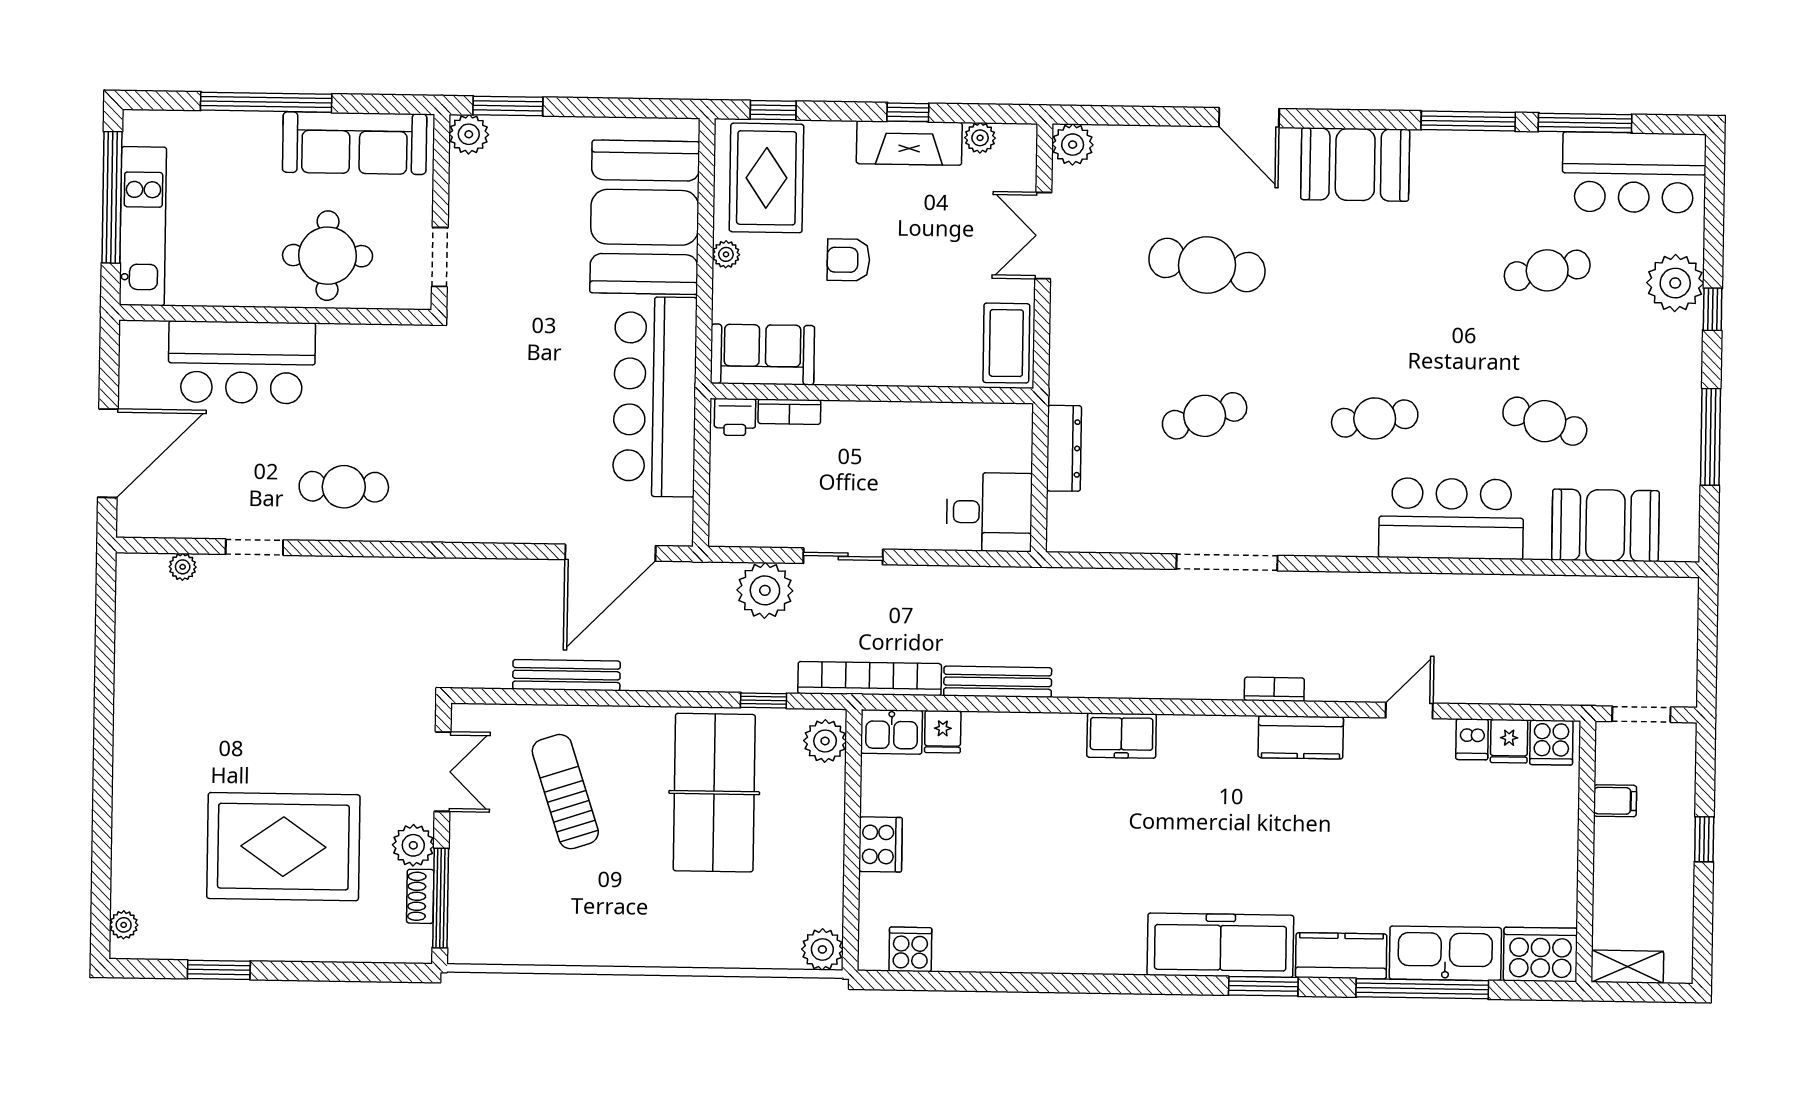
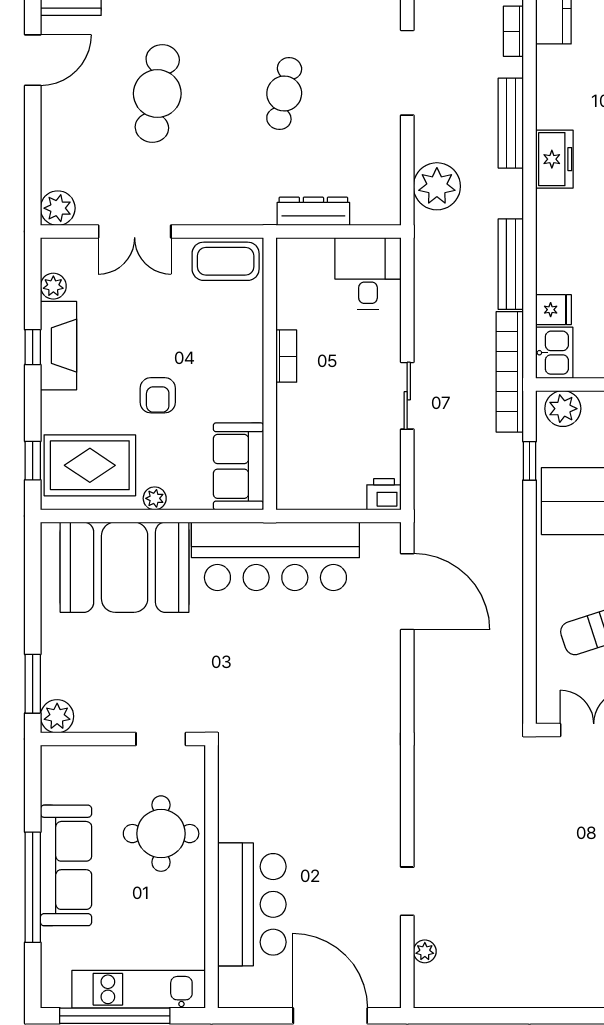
sofa: (355, 143) -> (66, 865), moved
bookcase: (789, 412) -> (286, 356), moved
cafe table: (1205, 416) -> (284, 94), turned 30
printer: (735, 417) -> (384, 494), moved, turned -90
cafe table: (344, 487) -> (355, 817), removed
plant: (765, 590) -> (437, 186), moved
bench: (566, 675) -> (511, 123), moved

